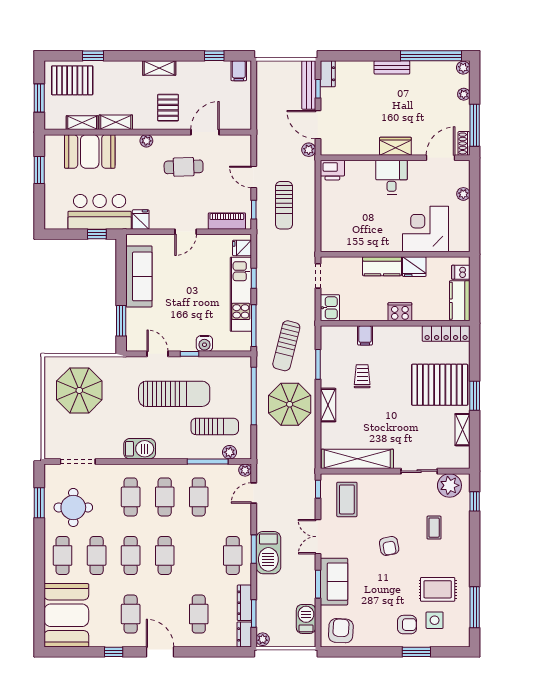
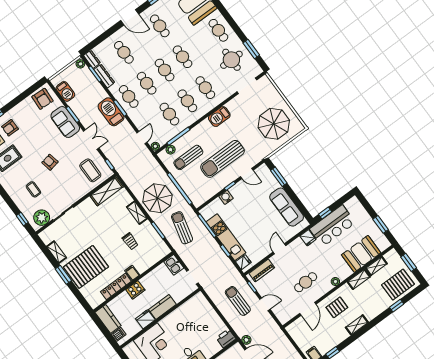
pallet: (168, 108) -> (337, 307), turned 90
locker: (446, 334) -> (116, 286), moved
filing cabinet: (365, 335) -> (132, 273), moved
shelving: (357, 459) -> (107, 191), width x0.68
cafe table: (97, 555) -> (147, 83), moved

